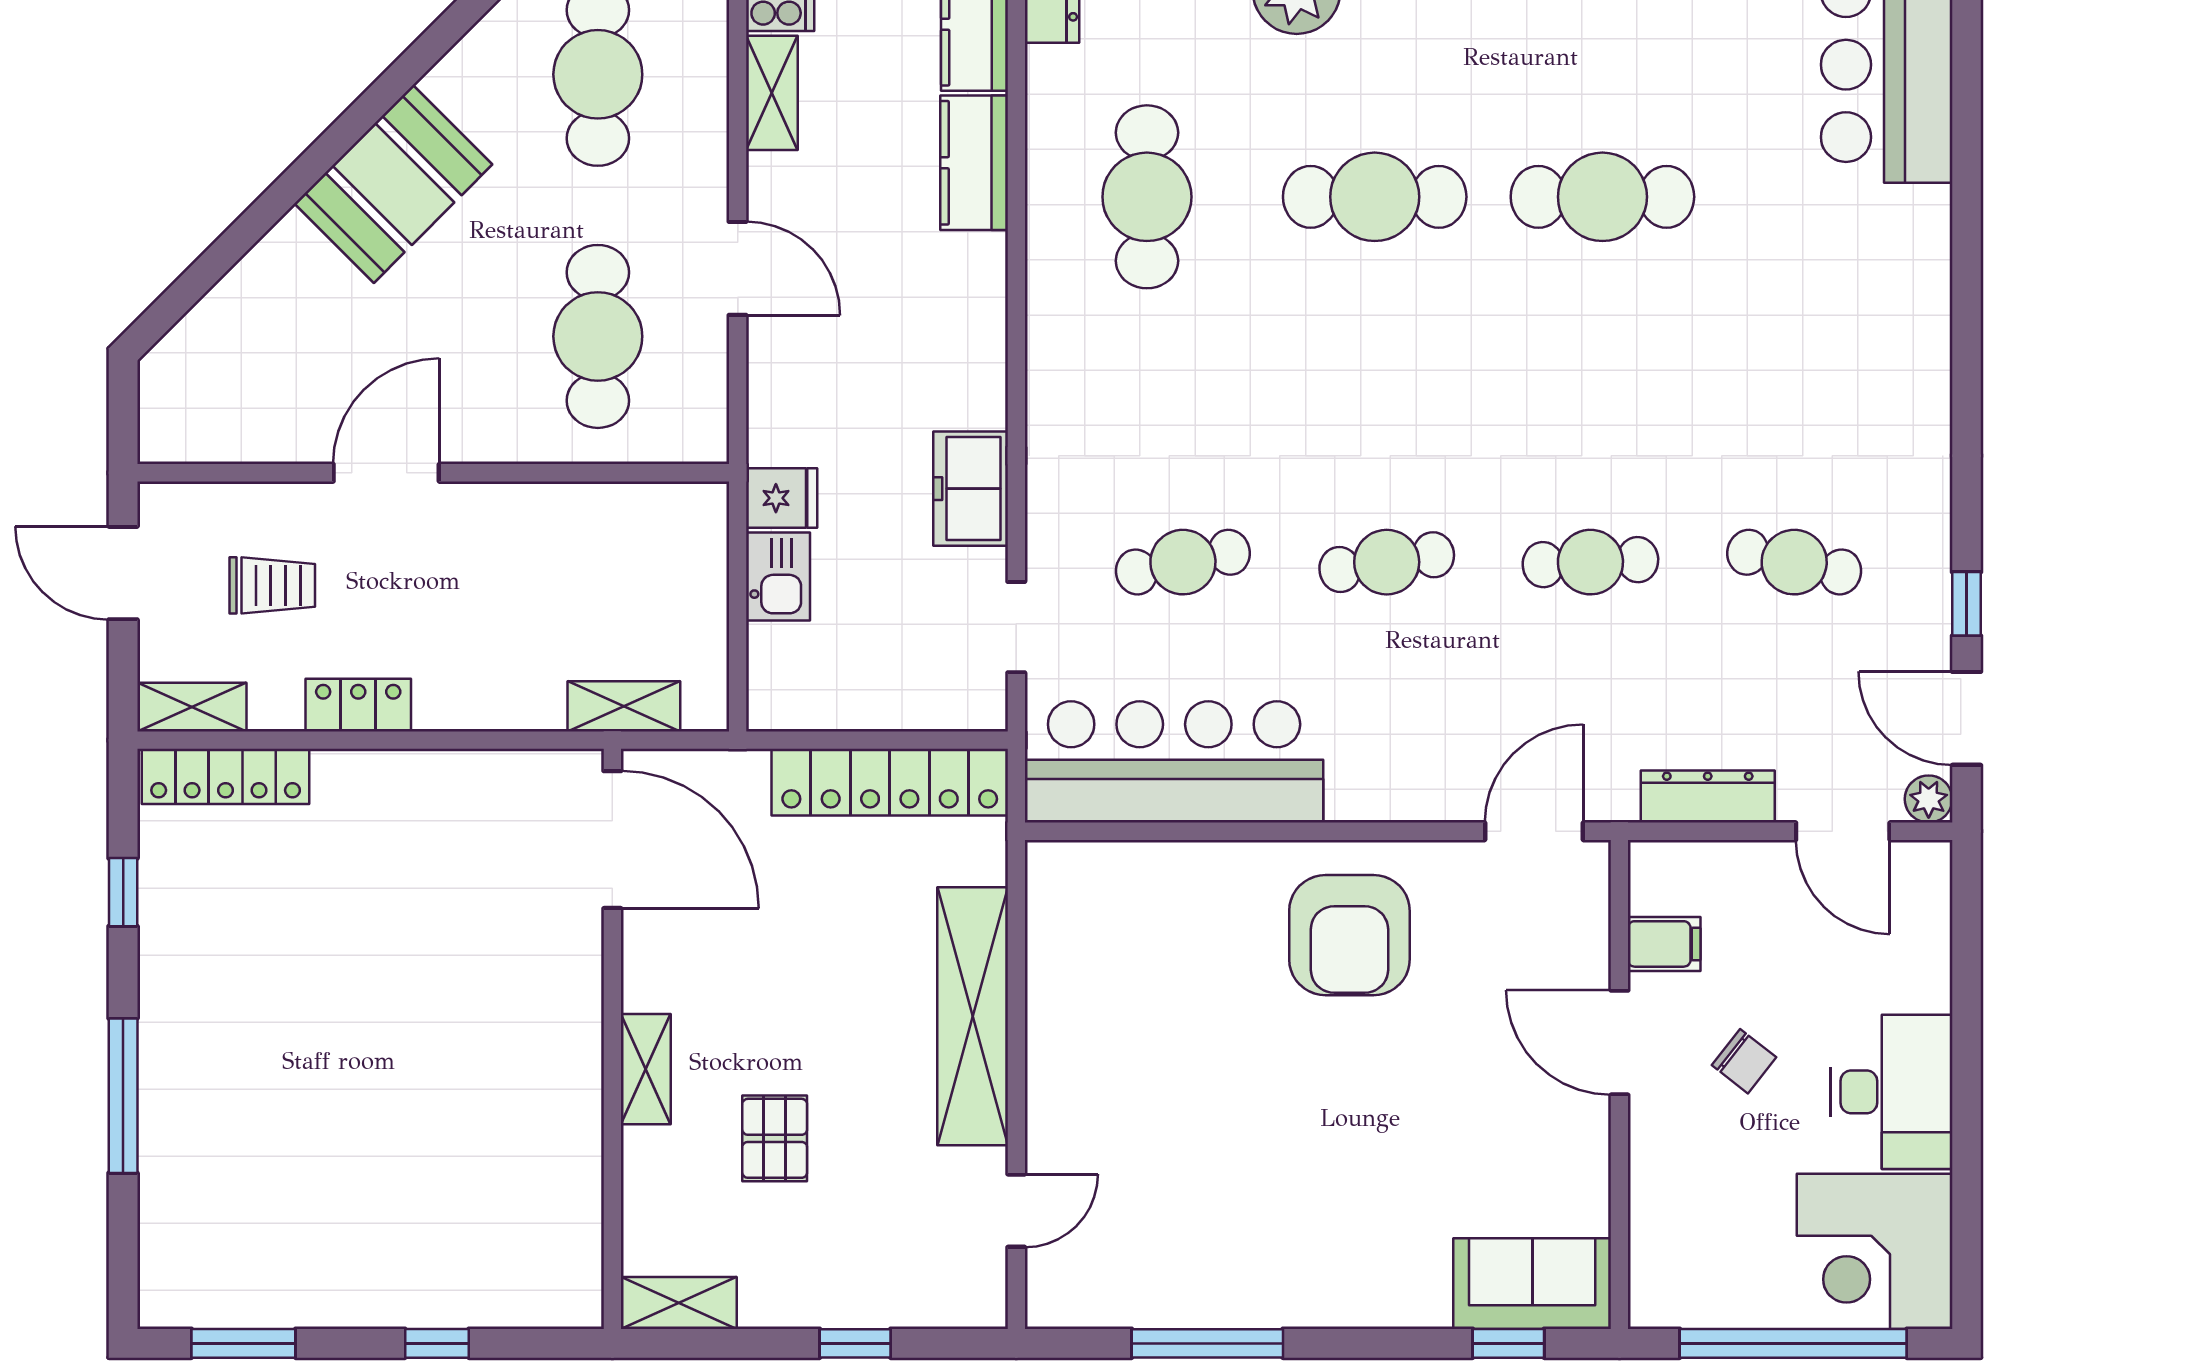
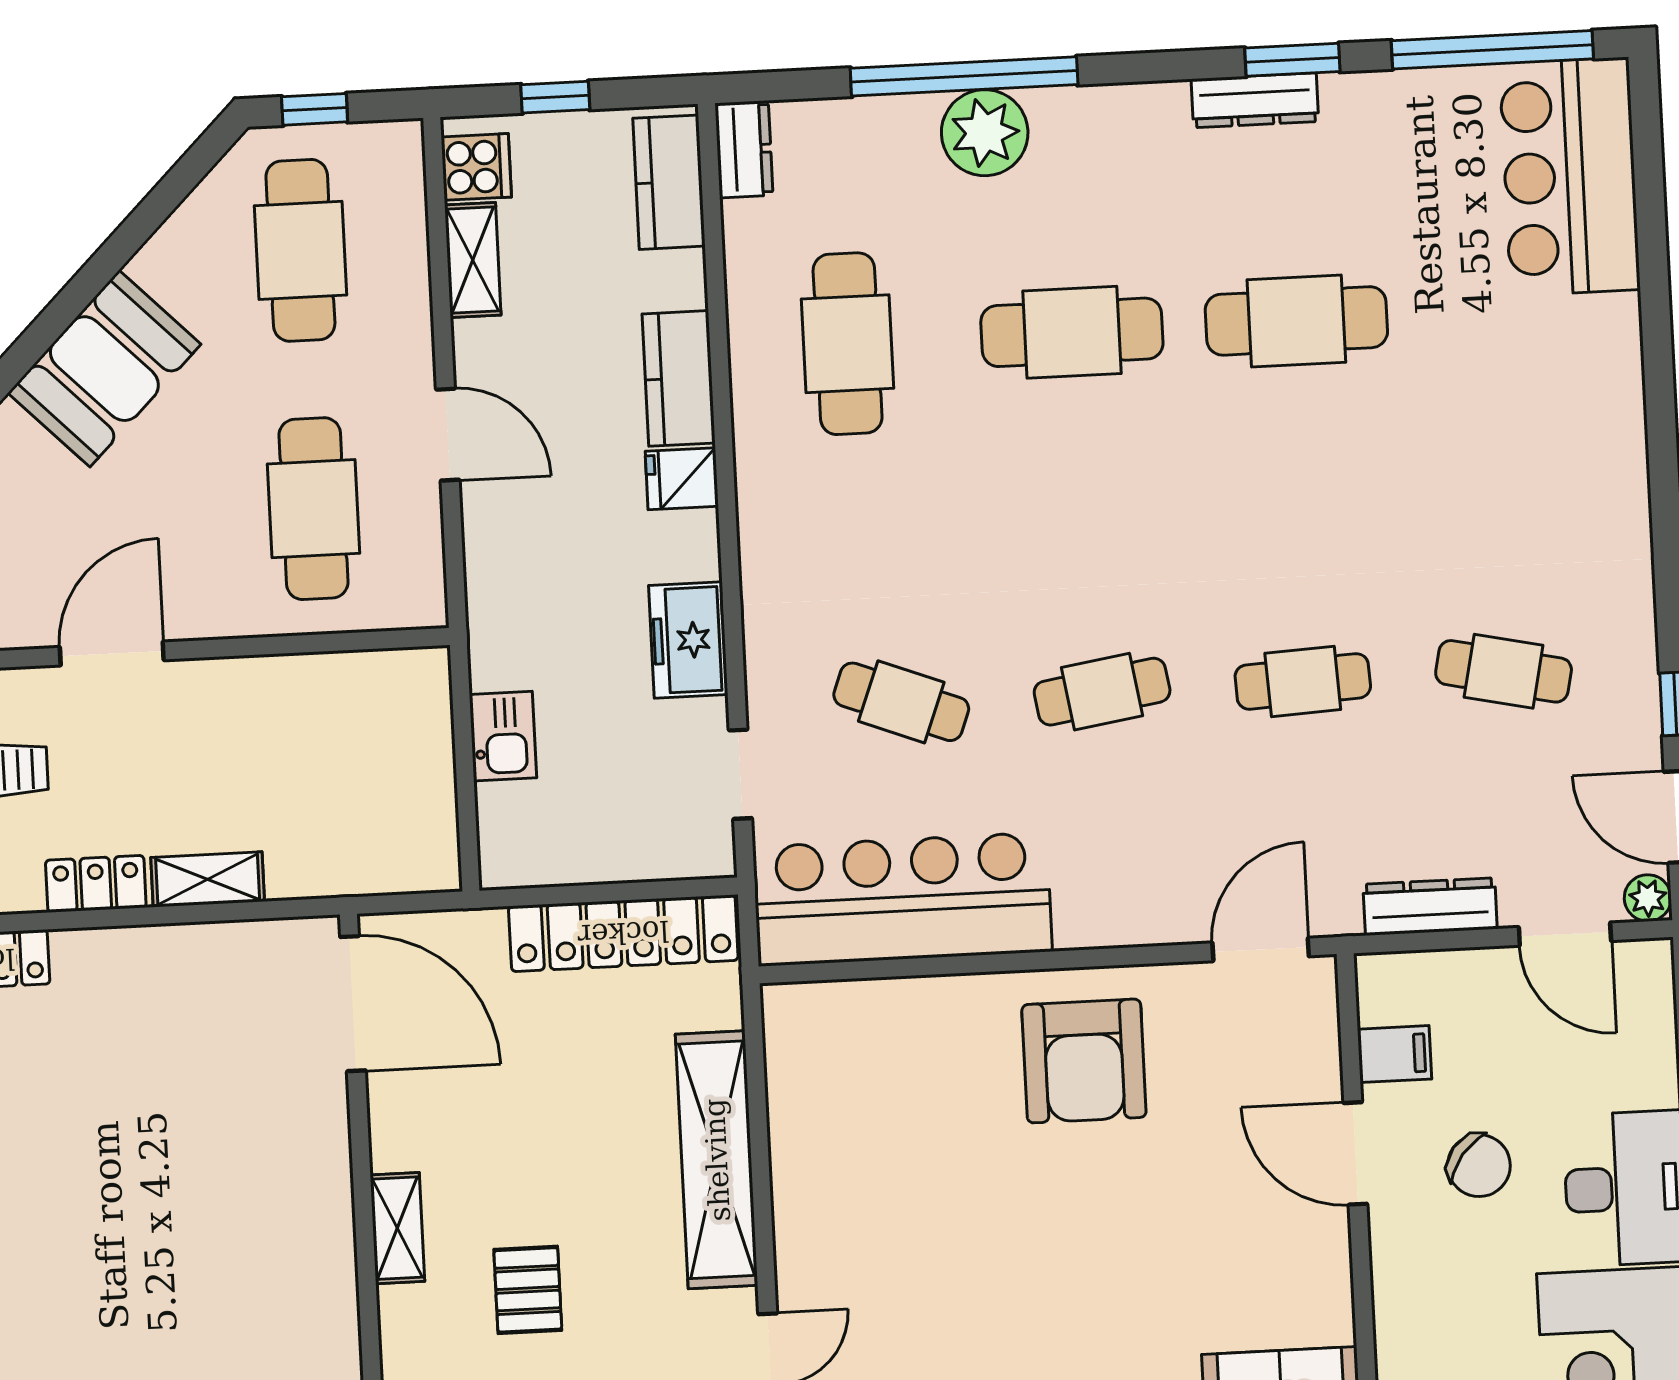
kitchen counter: (974, 163) -> (679, 378), moved
fridge: (782, 498) -> (682, 479), moved, turned 180
cafe table: (1183, 562) -> (901, 702), turned 33
shelving: (624, 706) -> (208, 879), moved
chair: (1744, 1061) -> (1479, 1166), width x1.37, depth x1.37

